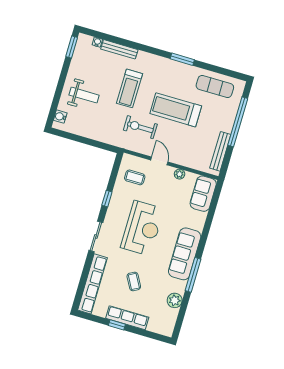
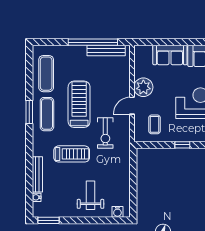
exercise mat: (175, 76) -> (47, 114), added
treadmill: (176, 110) -> (79, 104), turned 180
window: (238, 122) -> (93, 42), moved
plant: (180, 174) -> (143, 87), width x1.88, depth x1.88
sofa: (203, 194) -> (170, 55), moved

